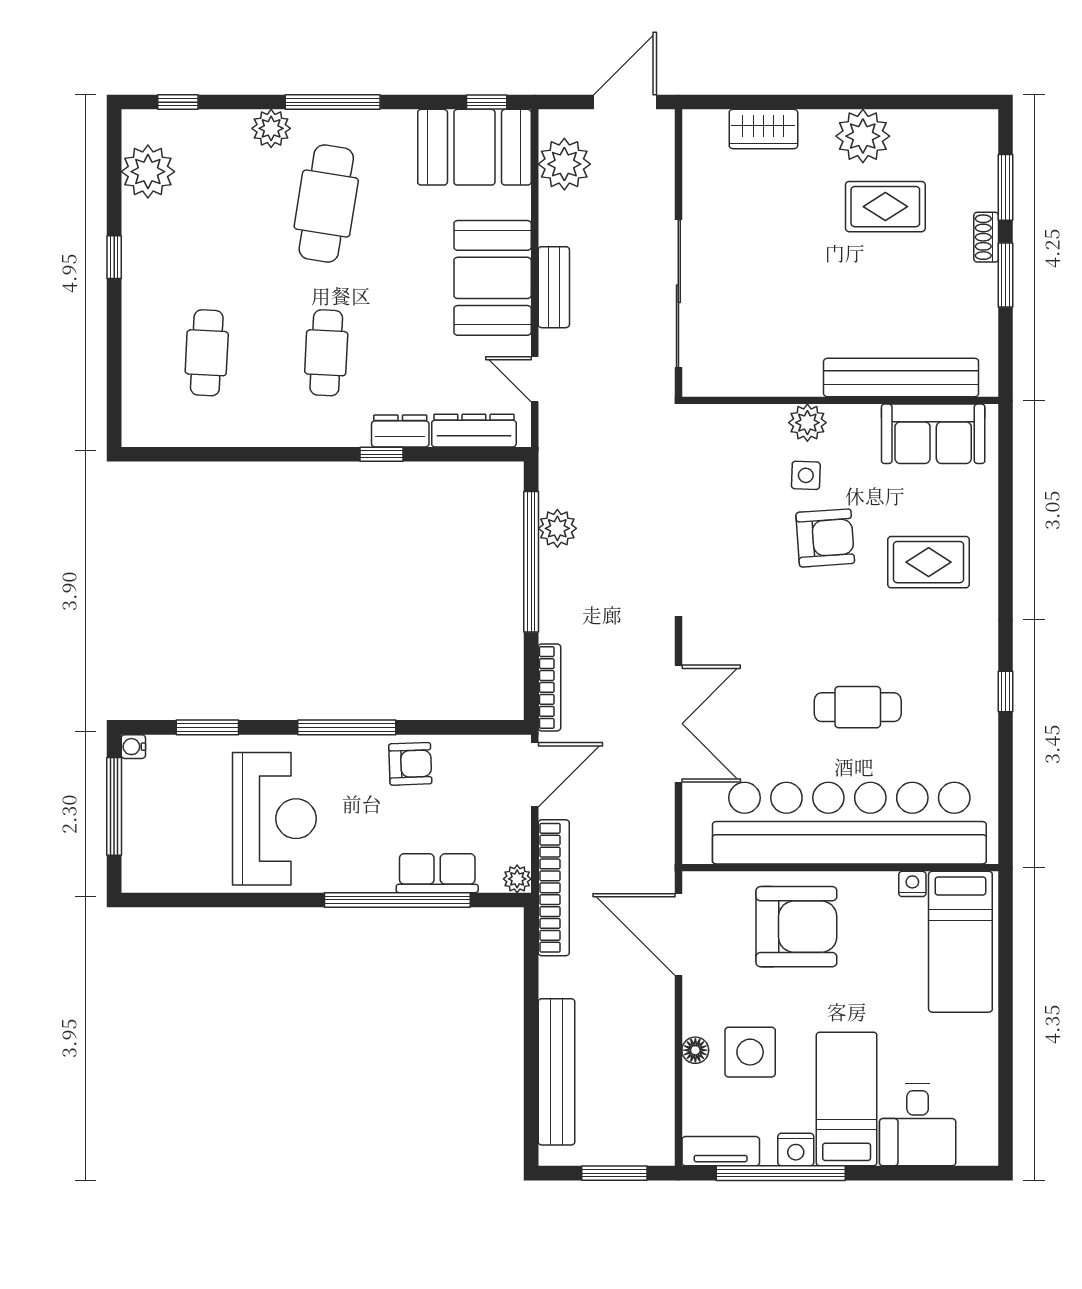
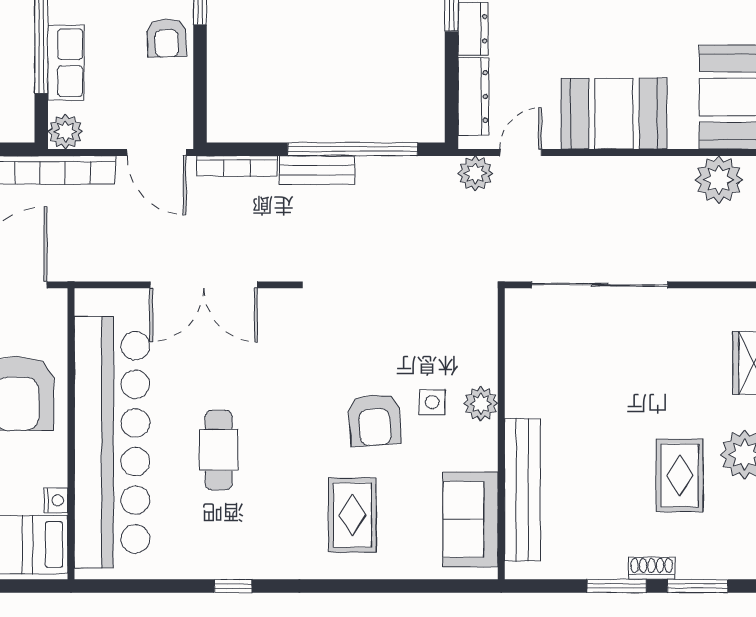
bench: (554, 287) -> (317, 170), moved
plant: (557, 528) -> (475, 173), moved
plant: (517, 879) -> (65, 132), width x1.38, depth x1.38

